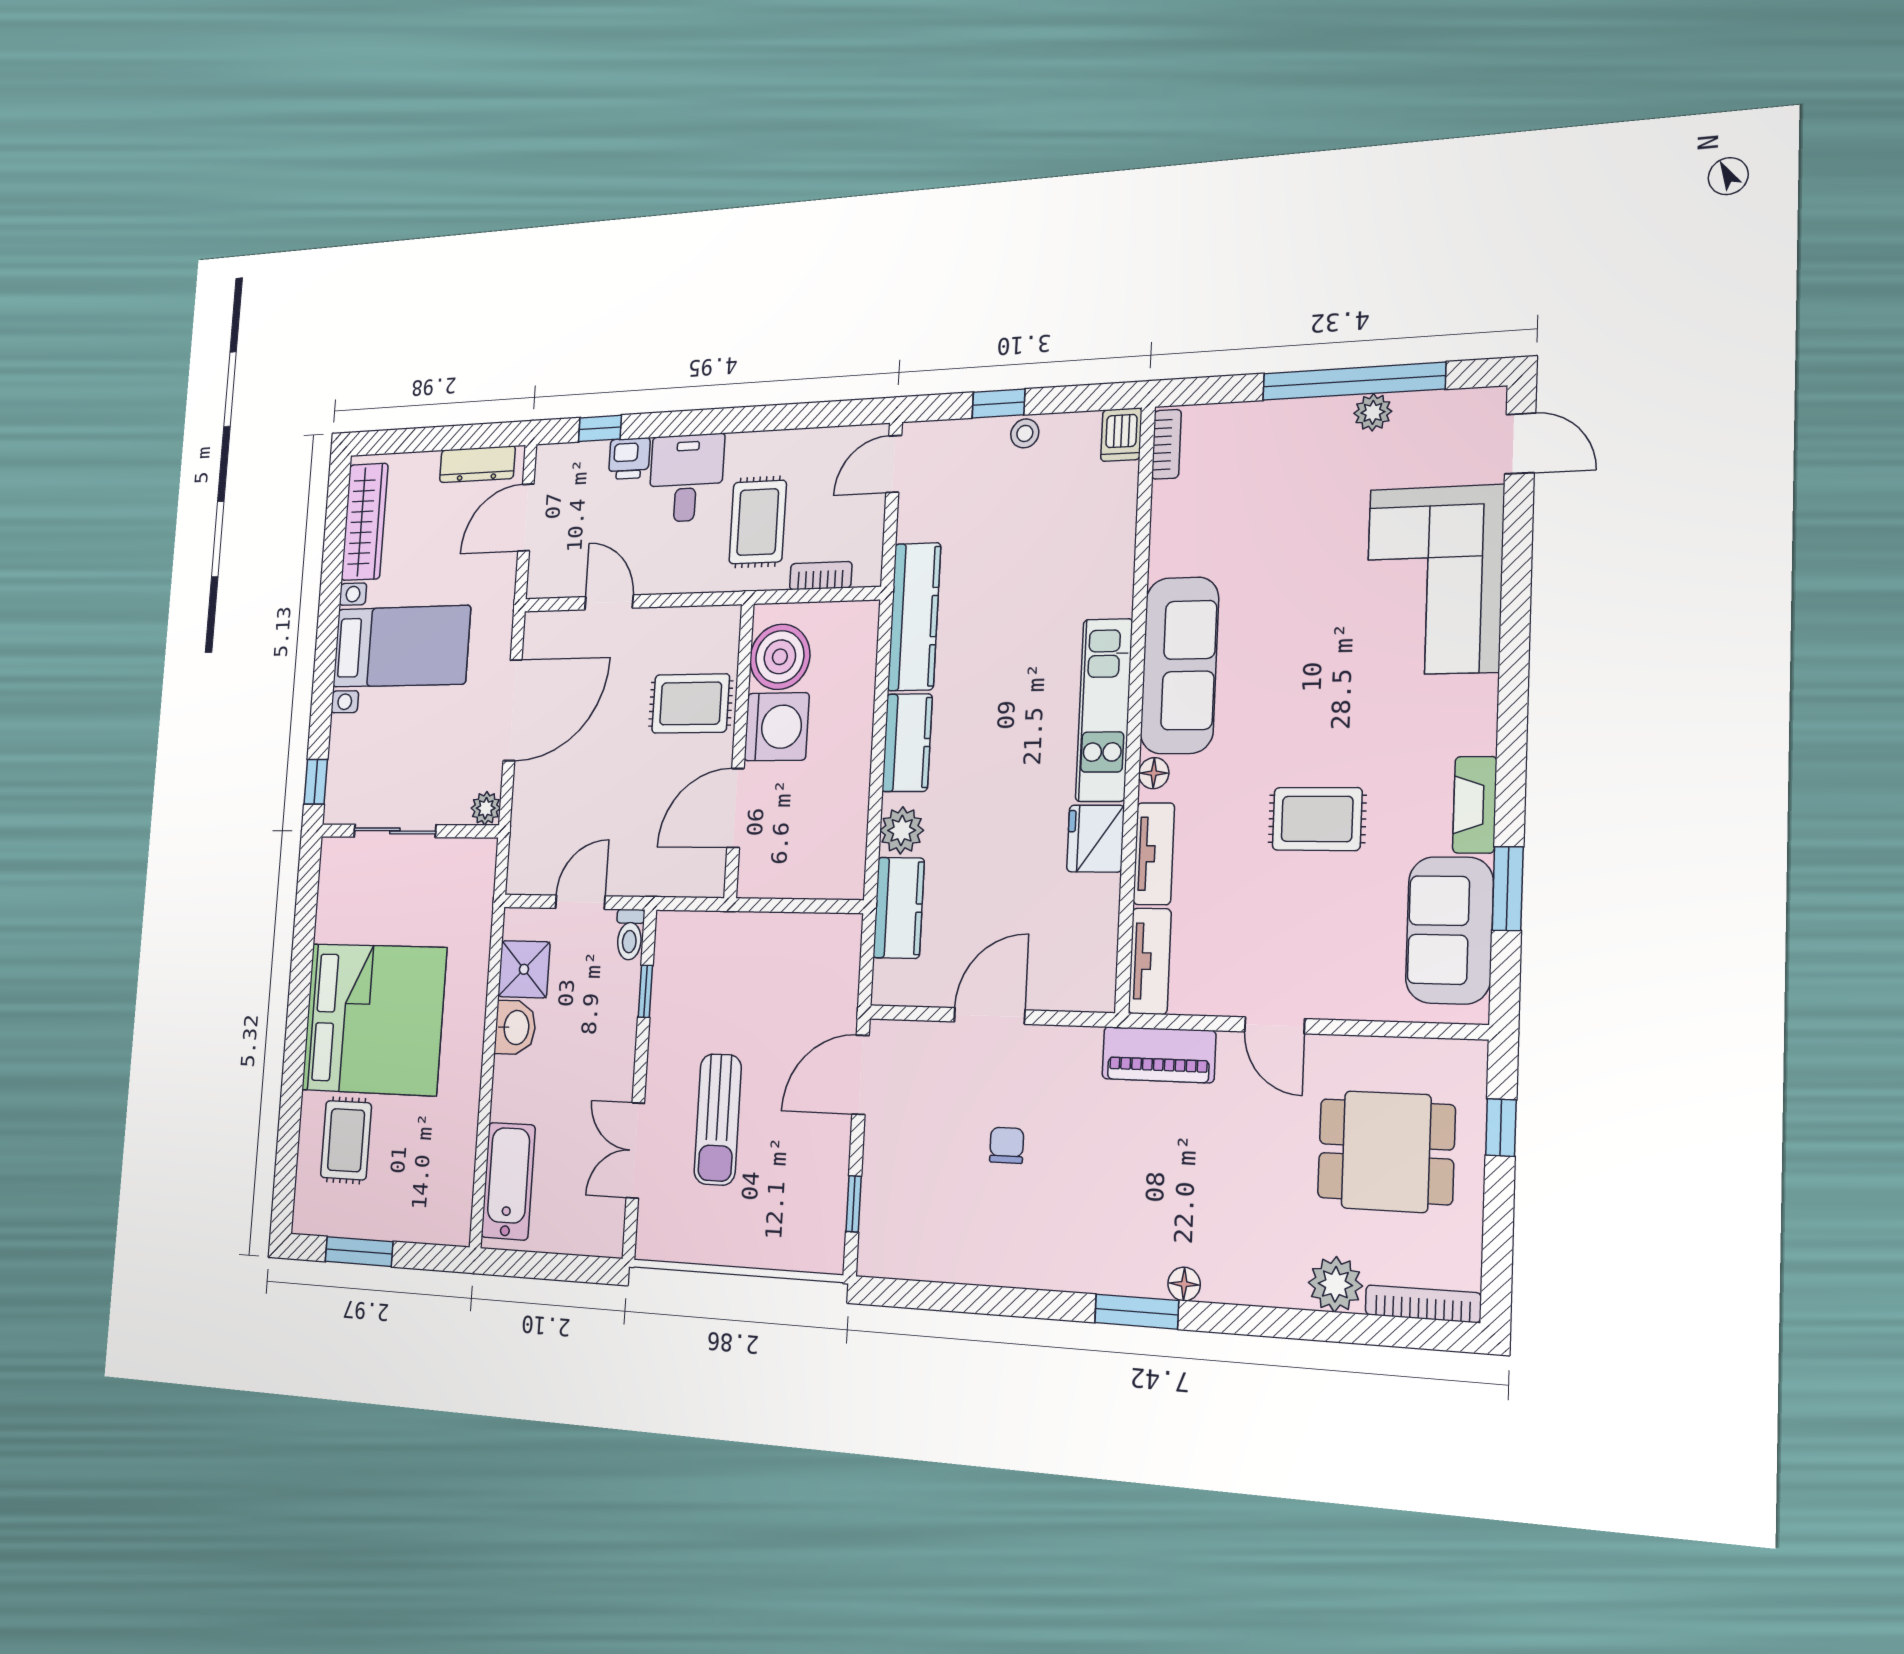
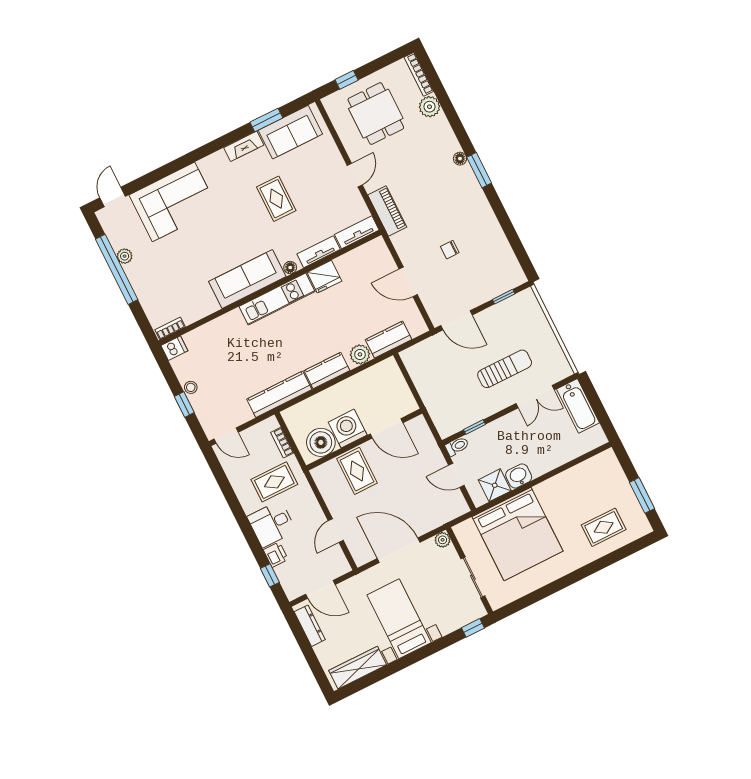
bed: (374, 1019) -> (517, 534), moved, turned 180
bathtub: (508, 1181) -> (578, 406), moved, turned -90

